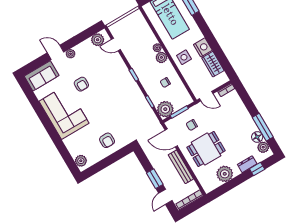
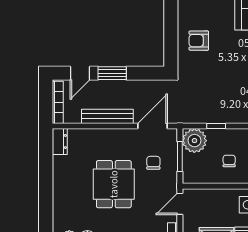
dining table: (206, 149) -> (114, 184), moved
dresser: (247, 164) -> (60, 142), moved
window: (257, 169) -> (46, 214), removed
plant: (225, 174) -> (64, 168), removed
door: (165, 197) -> (80, 73), swing flipped

